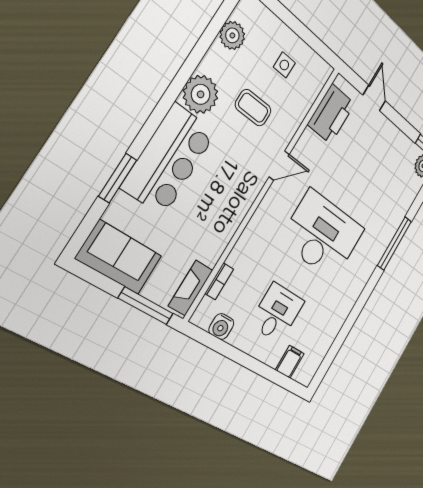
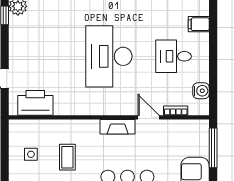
door: (279, 166) -> (148, 117), moved
fireplace: (191, 288) -> (118, 127), moved

